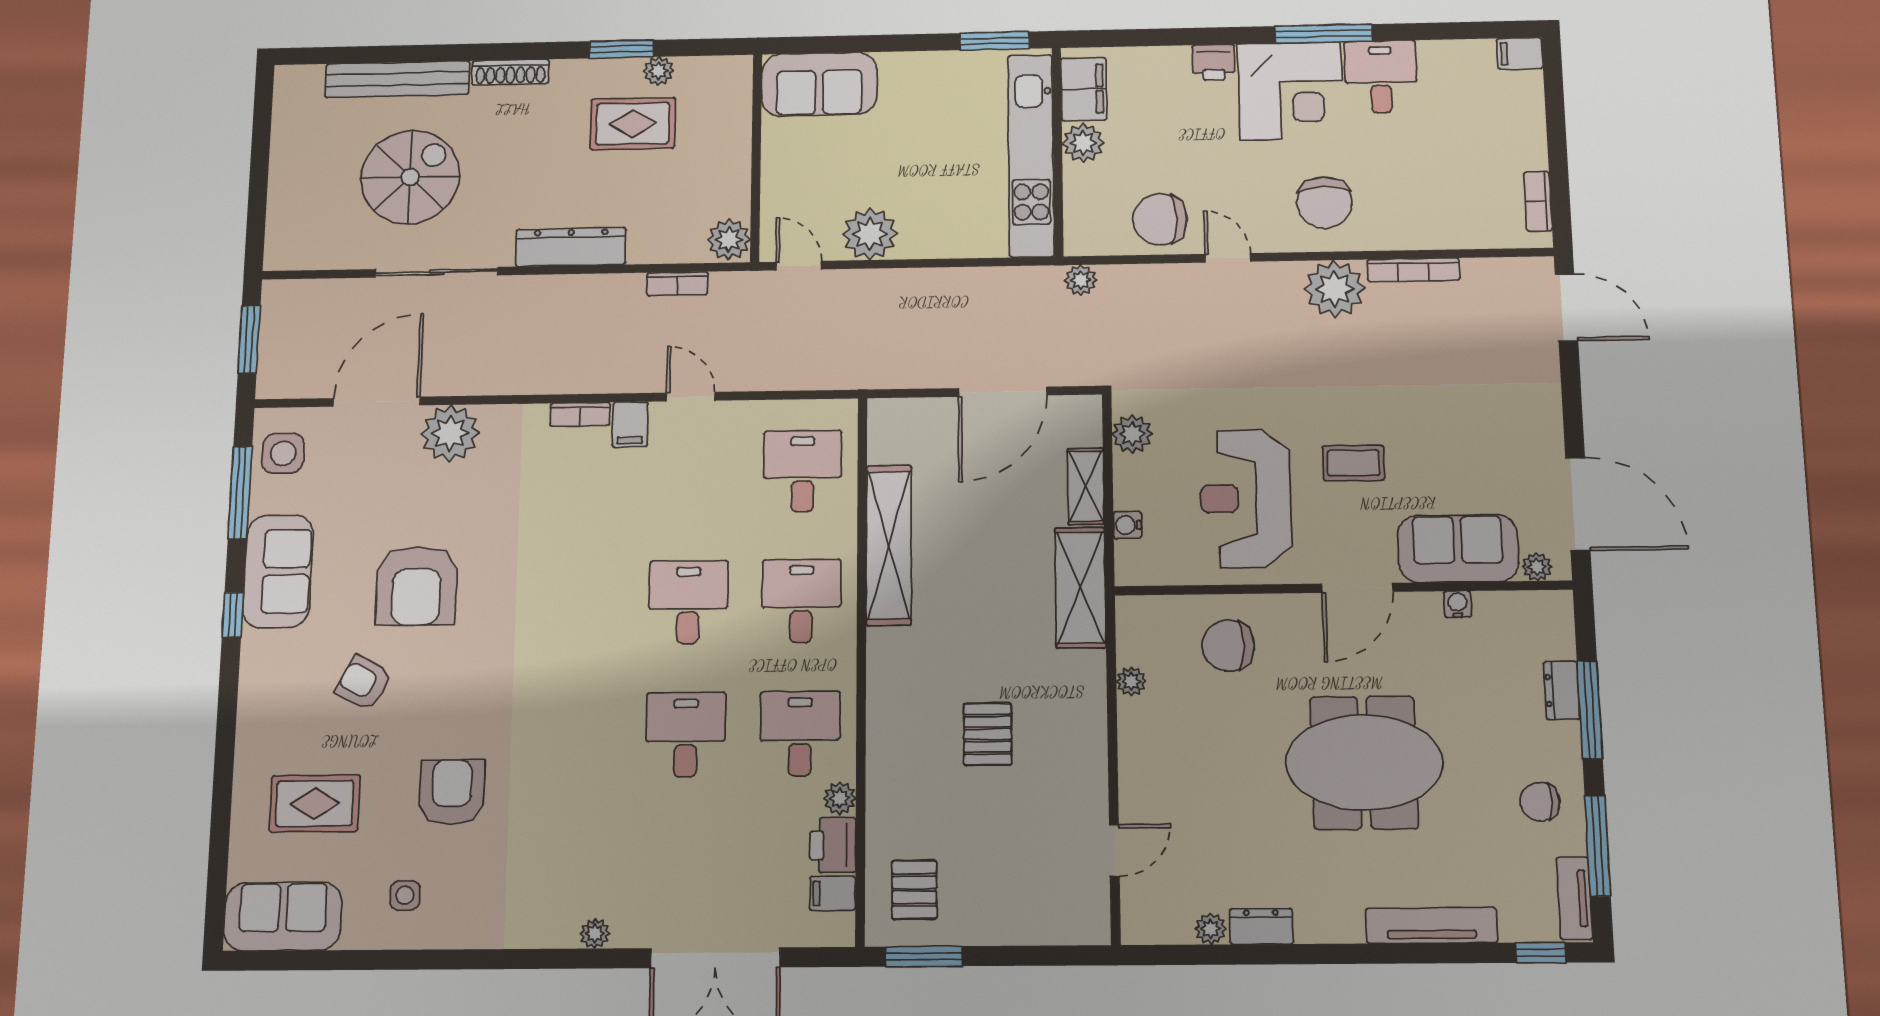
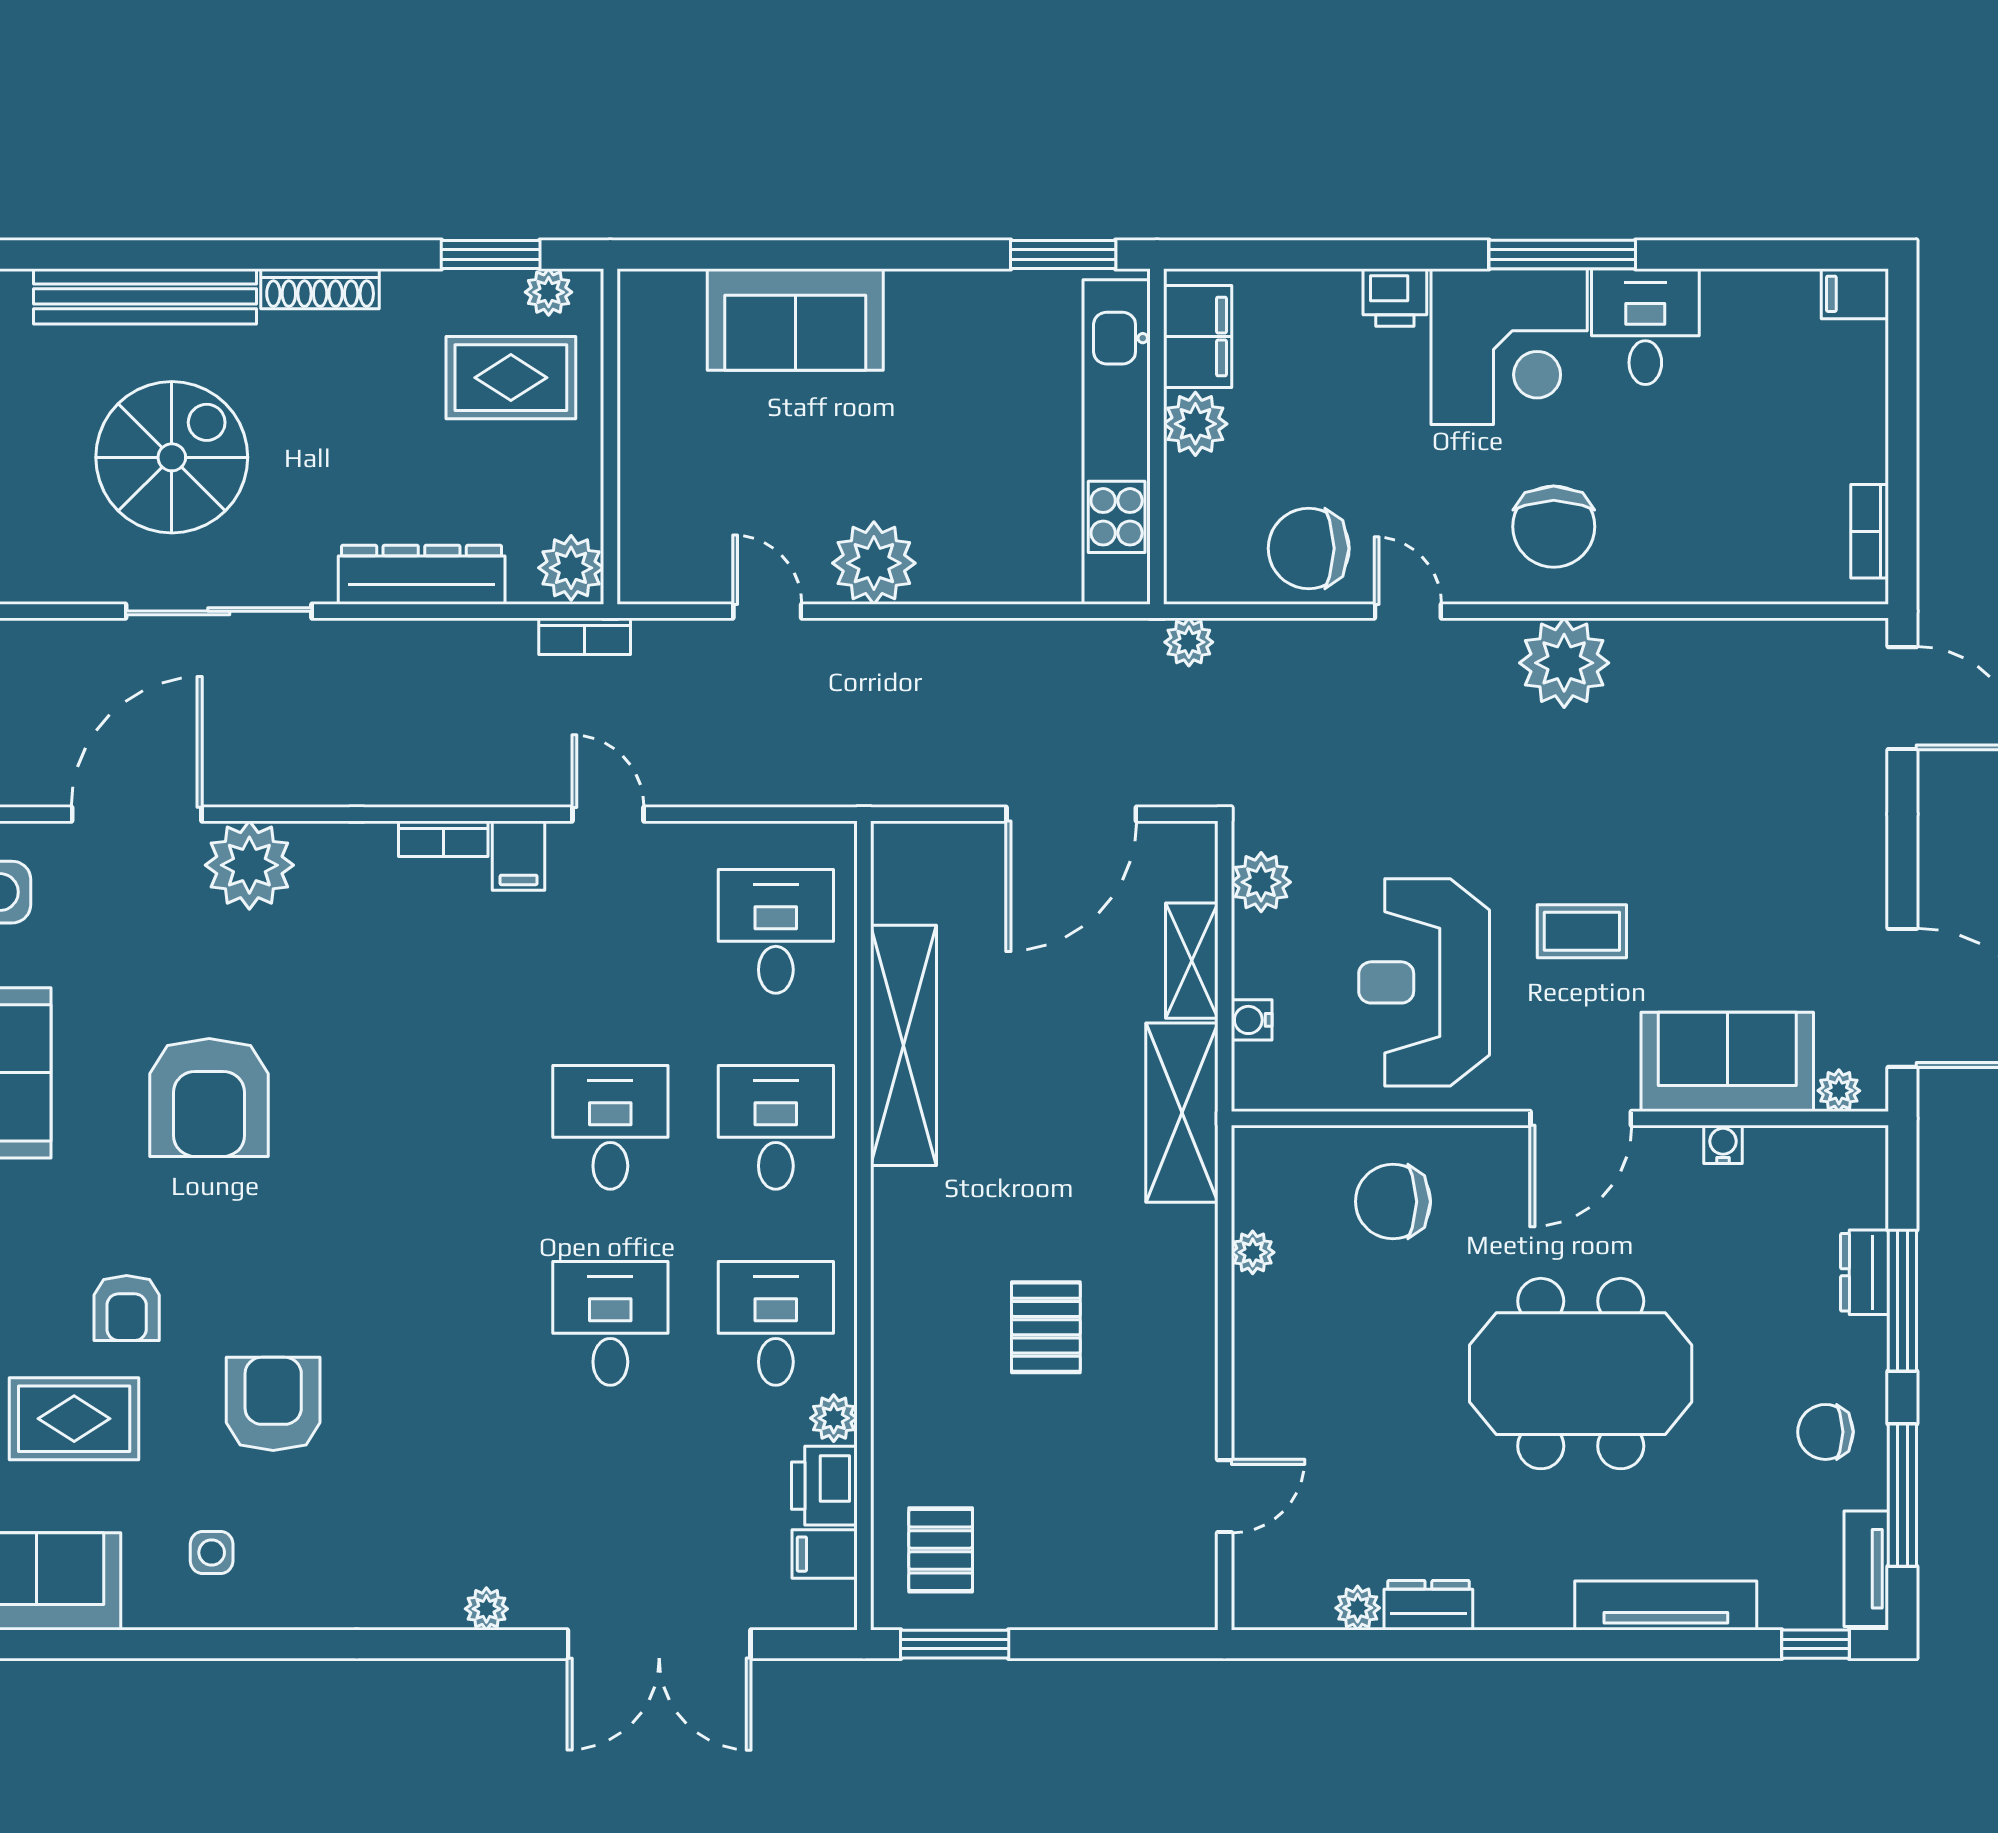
wall: (756, 157) -> (610, 437), moved
plant: (729, 240) -> (571, 568), moved
bookcase: (1413, 270) -> (1681, 635), removed
armchair: (364, 683) -> (127, 1308), moved, turned -118

